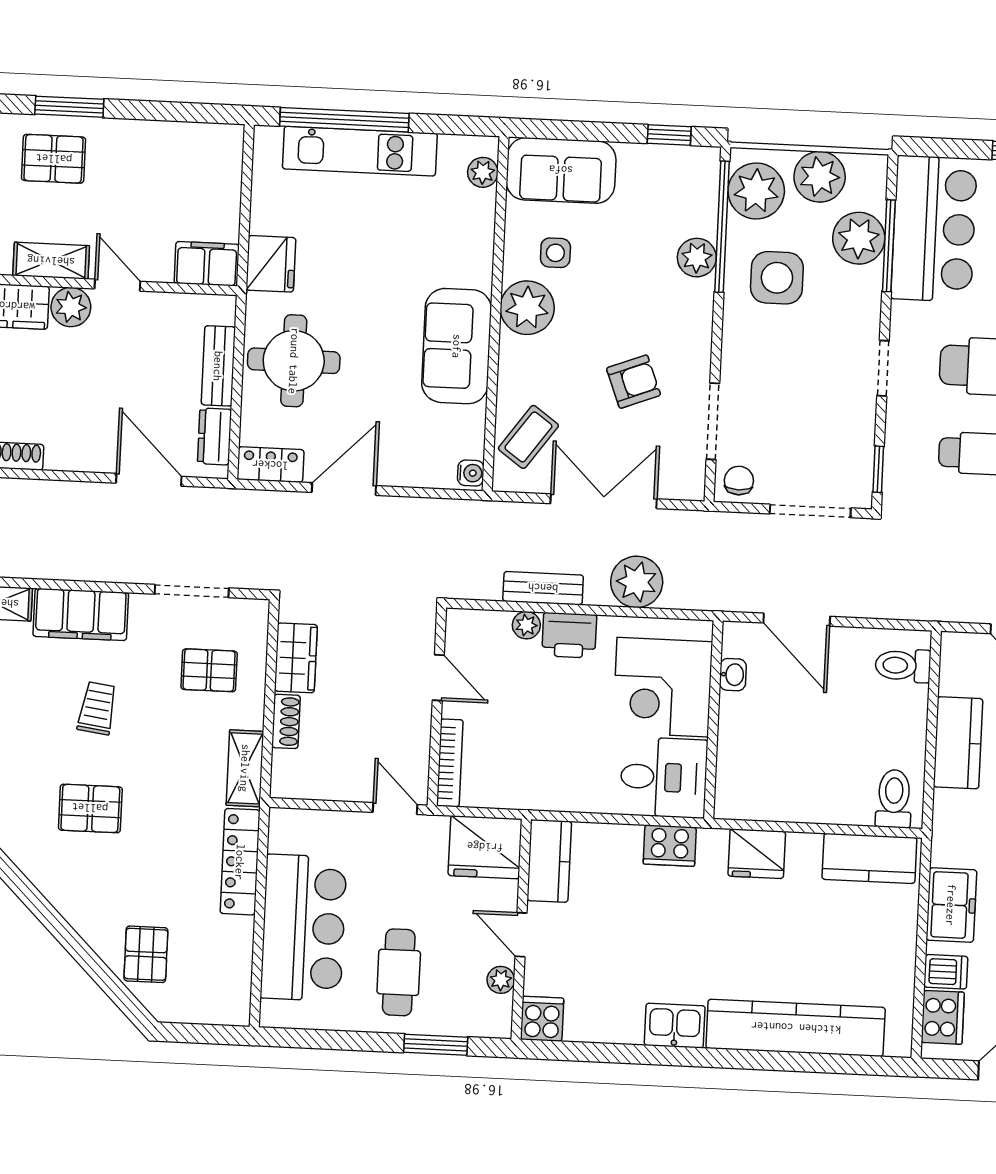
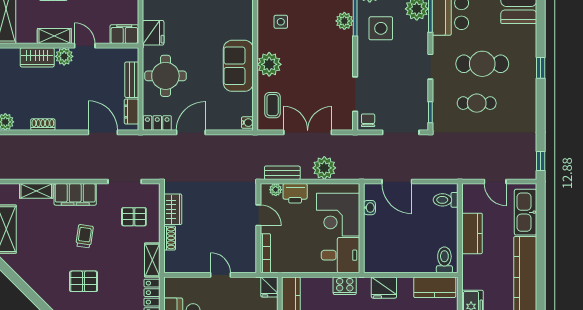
plant: (527, 308) -> (269, 64), moved
armchair: (633, 382) -> (319, 78), removed
coffee table: (528, 437) -> (273, 105), turned -36
door: (438, 678) -> (258, 215), moved
wall: (437, 707) -> (258, 228), moved
bookcase: (450, 763) -> (265, 253), moved
fridge: (485, 847) -> (269, 287), width x0.53, depth x0.75

